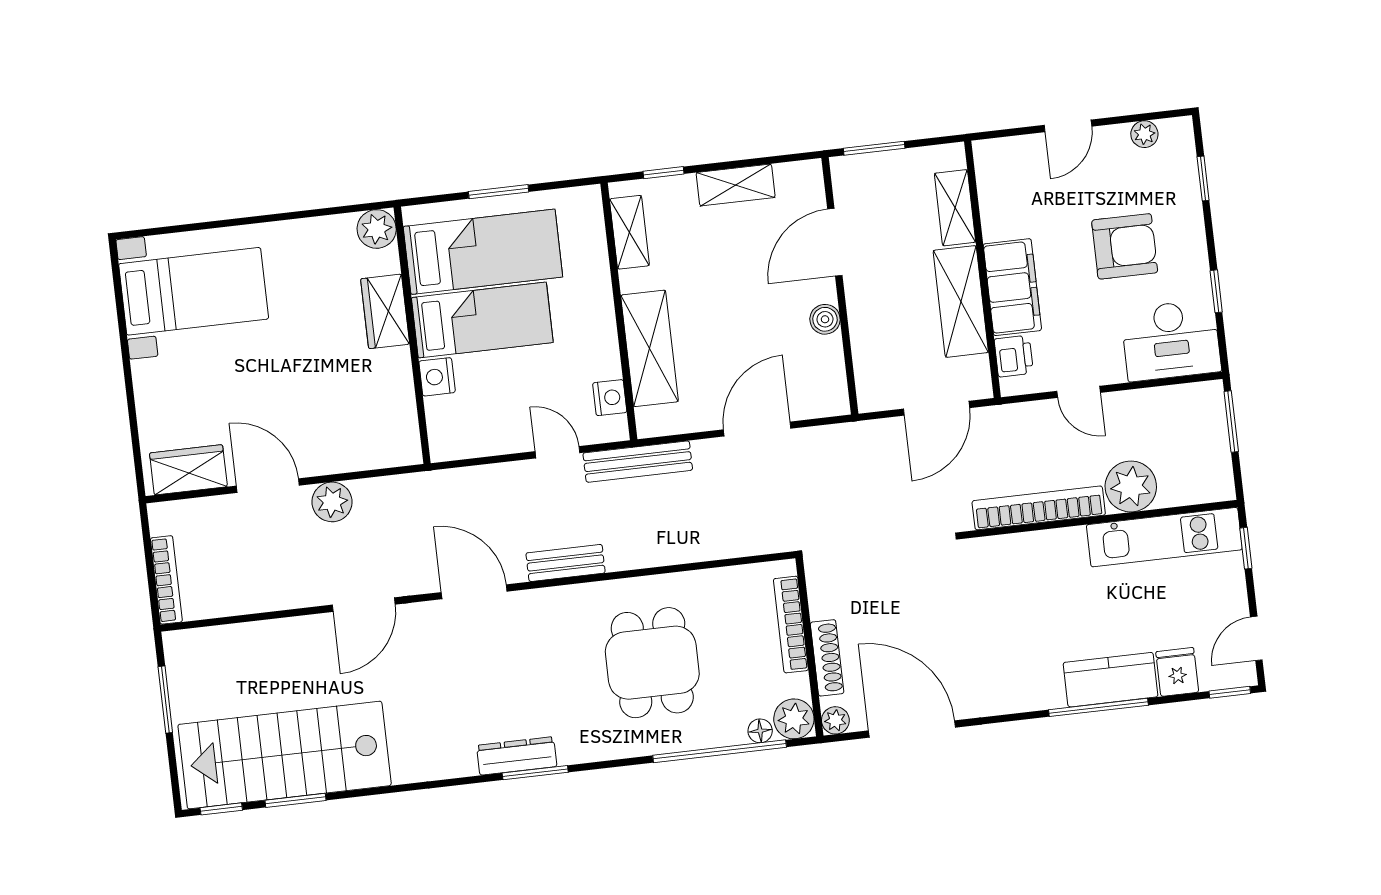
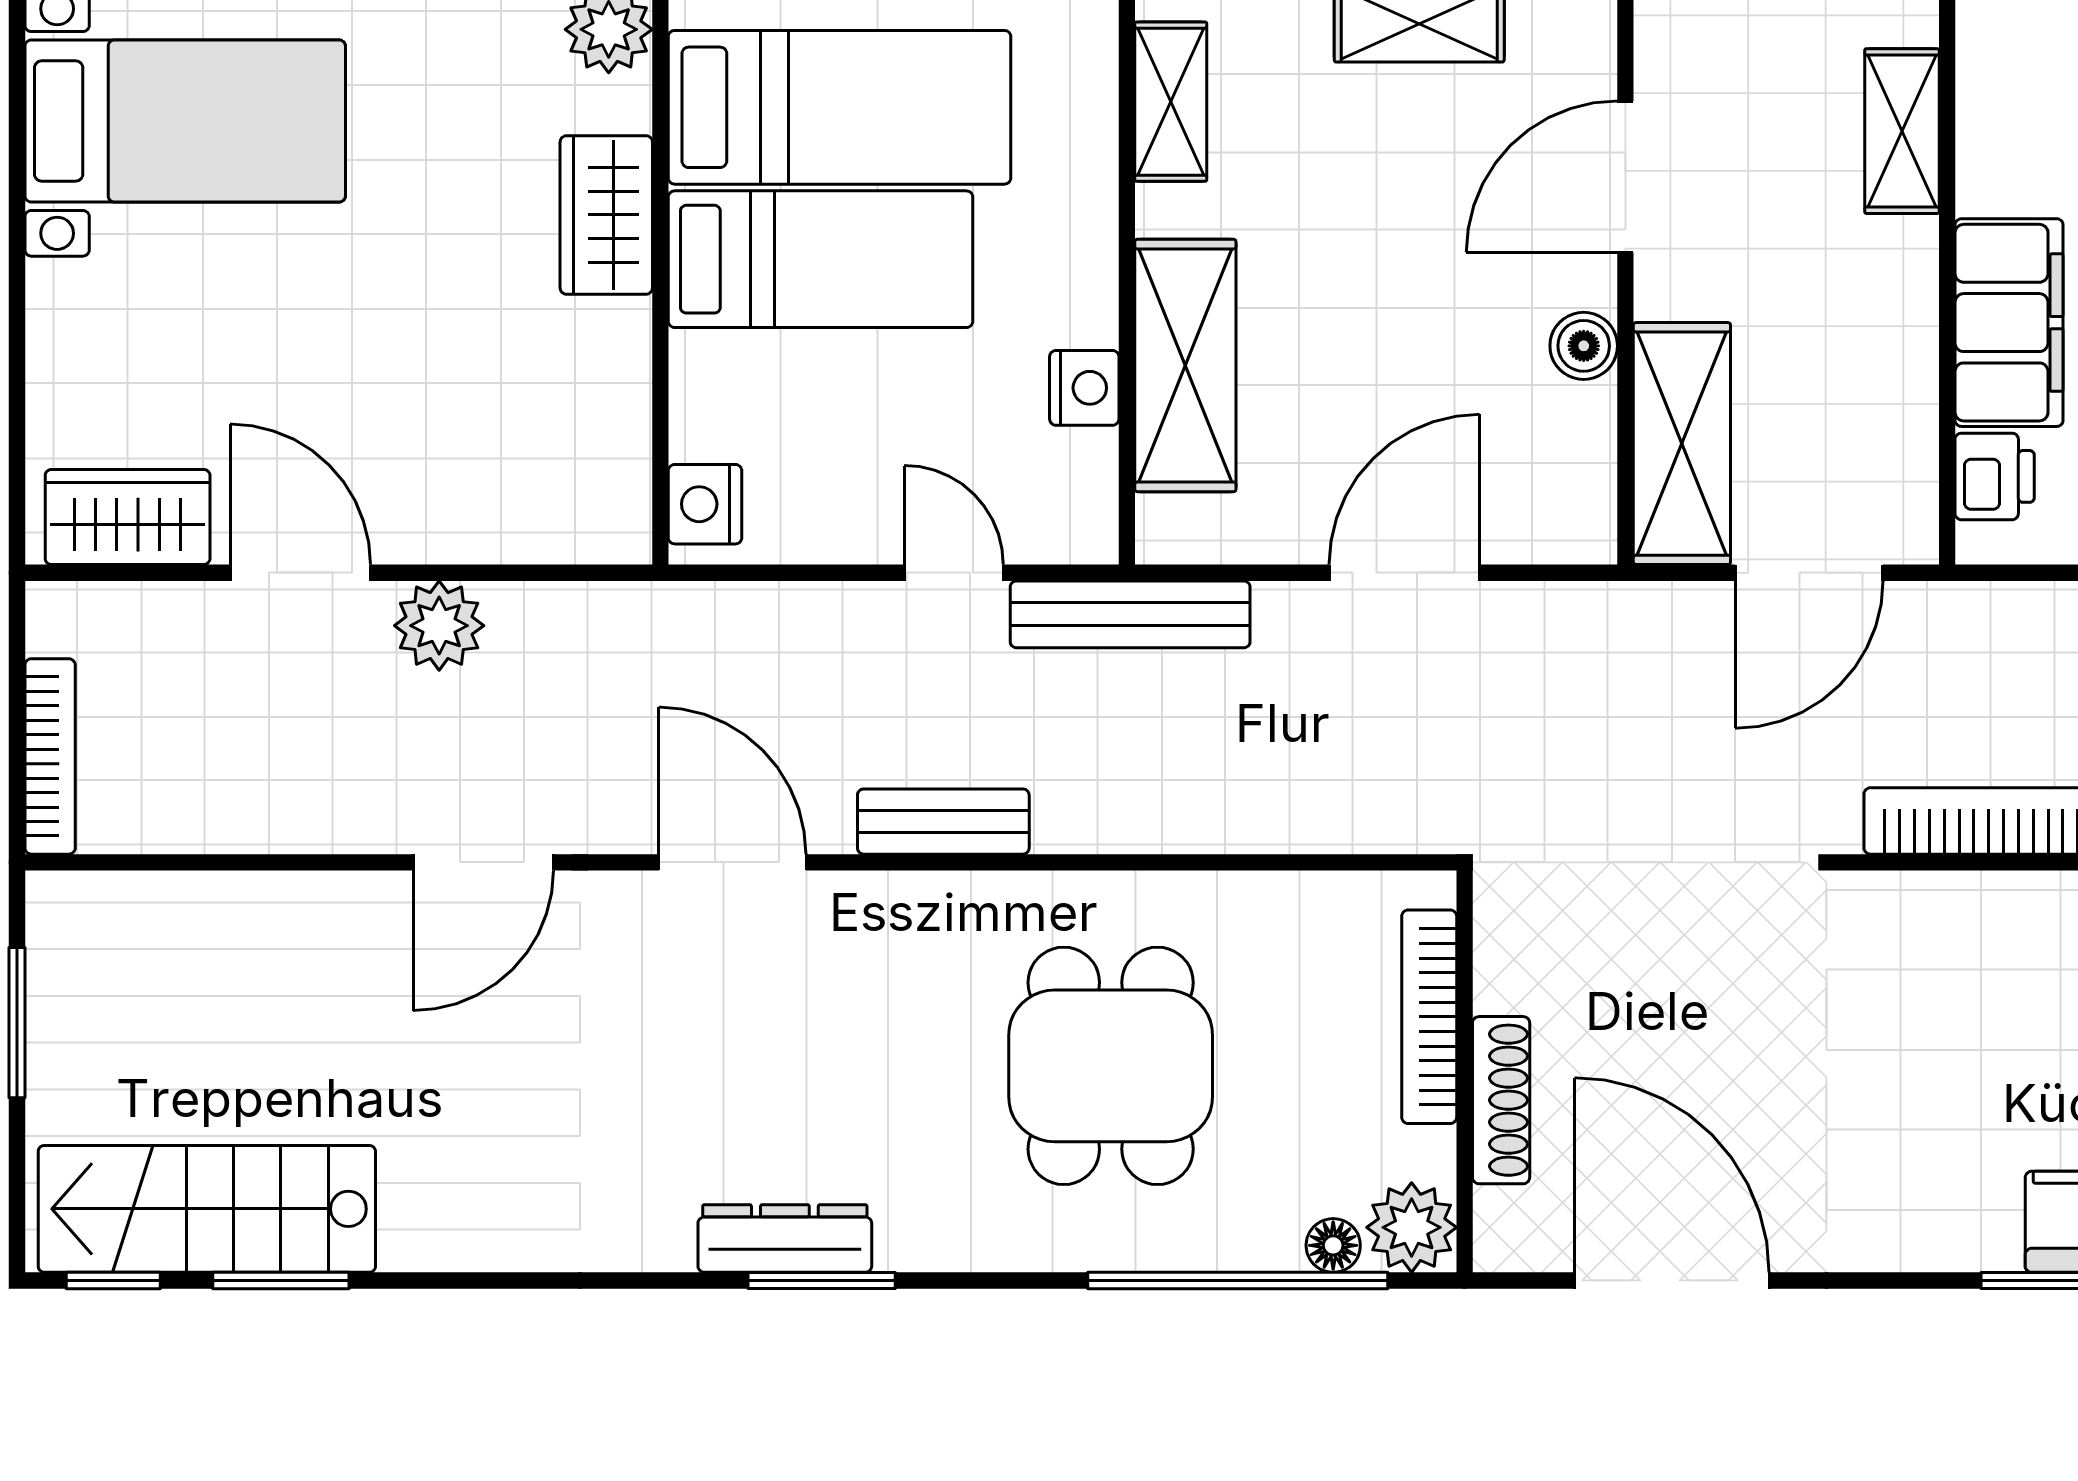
shelving: (961, 301) -> (1682, 444), moved
nightstand: (437, 377) -> (705, 504), moved
nightstand: (610, 398) -> (1084, 388), moved
plant: (835, 720) -> (1504, 1242), removed
stairs: (285, 755) -> (207, 1209), width x0.73, depth x0.66

